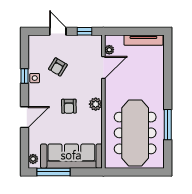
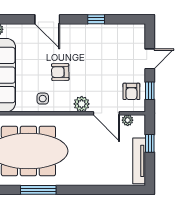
window: (129, 31) -> (150, 143), added
armchair: (58, 67) -> (131, 91), moved, turned -121
side table: (35, 78) -> (43, 99), moved
plant: (96, 104) -> (82, 104), moved

